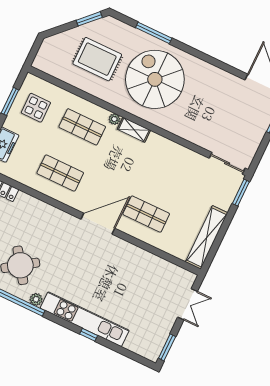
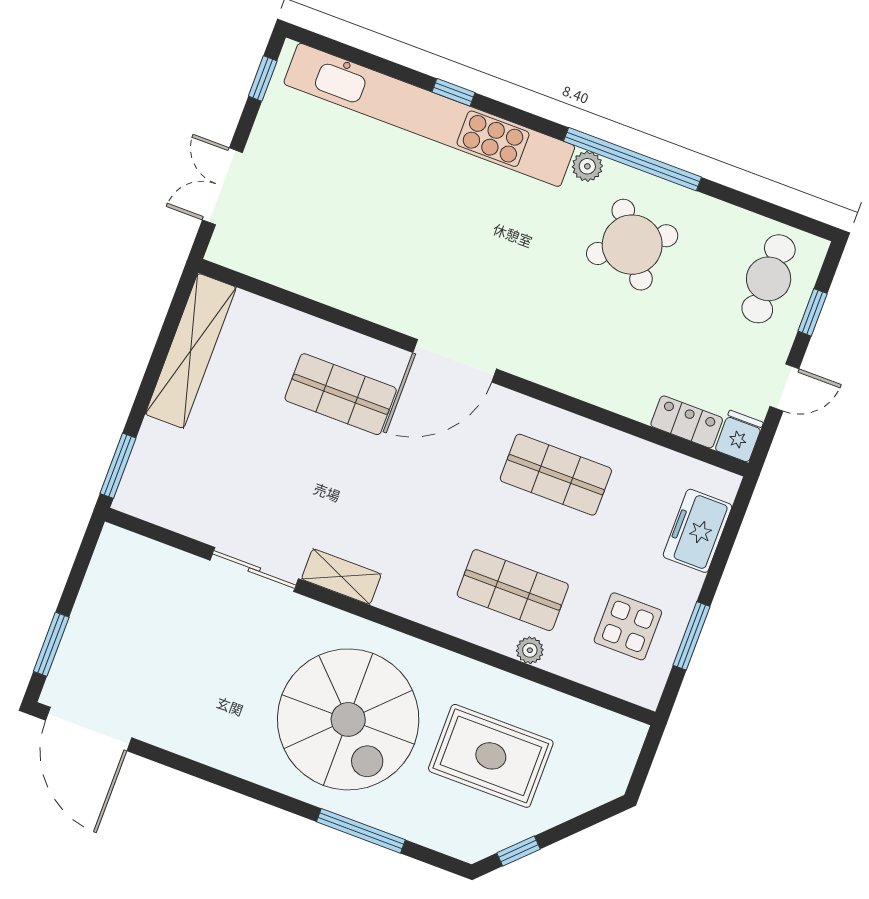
window: (89, 19) -> (519, 851), width x0.67
plant: (114, 119) -> (530, 650), moved
shelving: (134, 130) -> (341, 577), moved
sliding door: (227, 163) -> (254, 569), moved
kitchen unit: (85, 319) -> (429, 115), width x1.36
window: (167, 347) -> (263, 78), width x0.67

